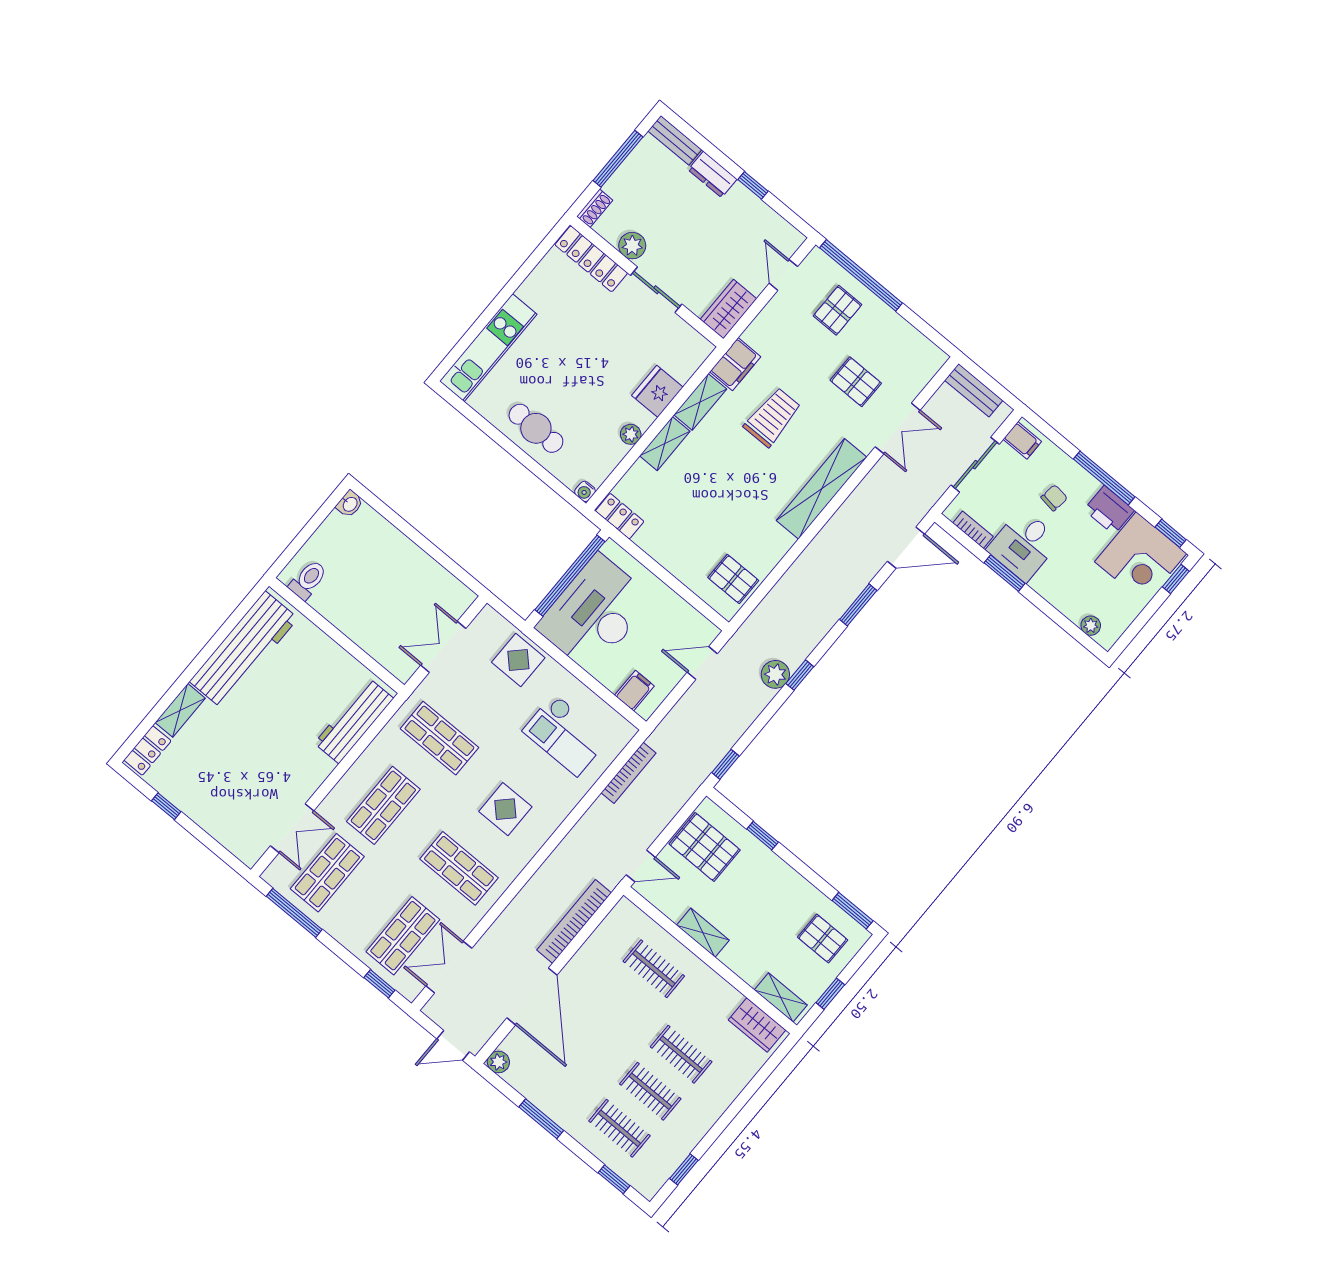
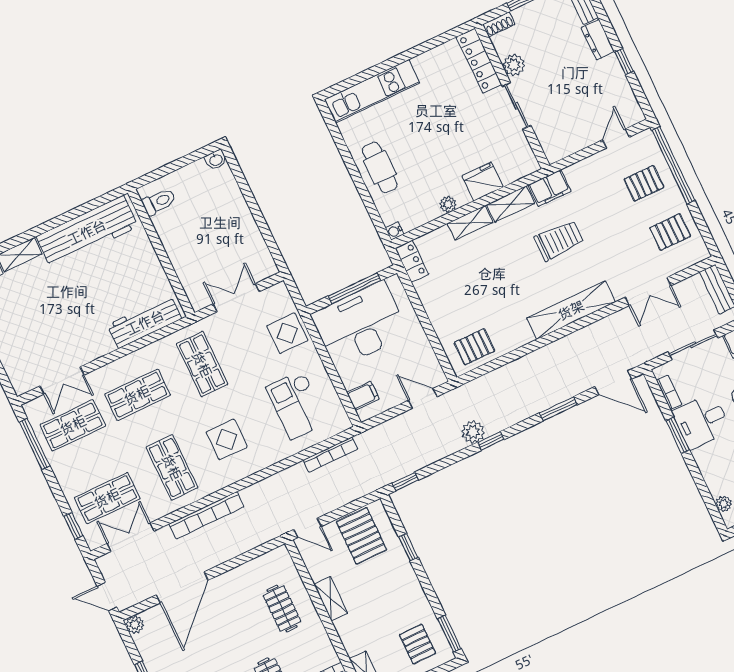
wardrobe: (728, 309) -> (563, 145), removed
pallet: (856, 382) -> (670, 232), moved, turned 90
window: (570, 576) -> (355, 288), width x0.68
pallet: (733, 579) -> (474, 347), turned 90
bookcase: (574, 921) -> (206, 515), moved, turned 180

